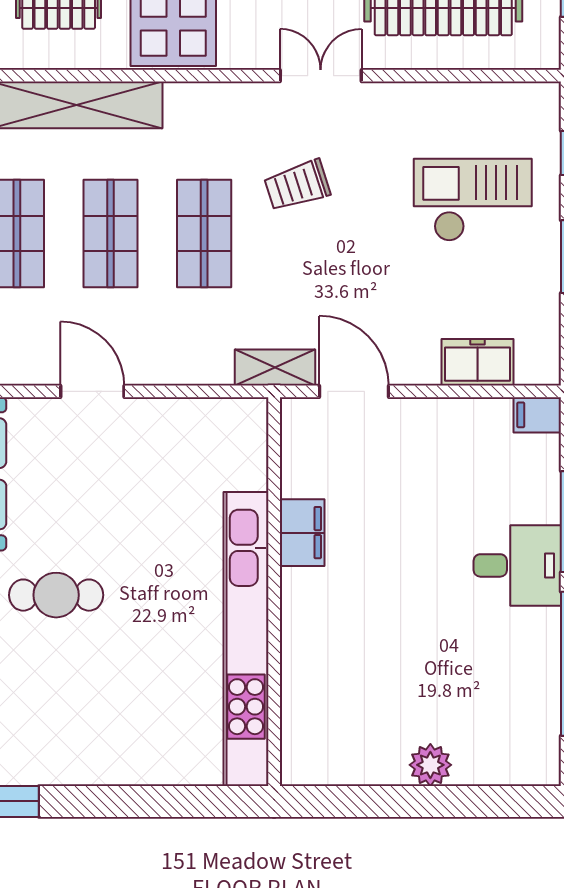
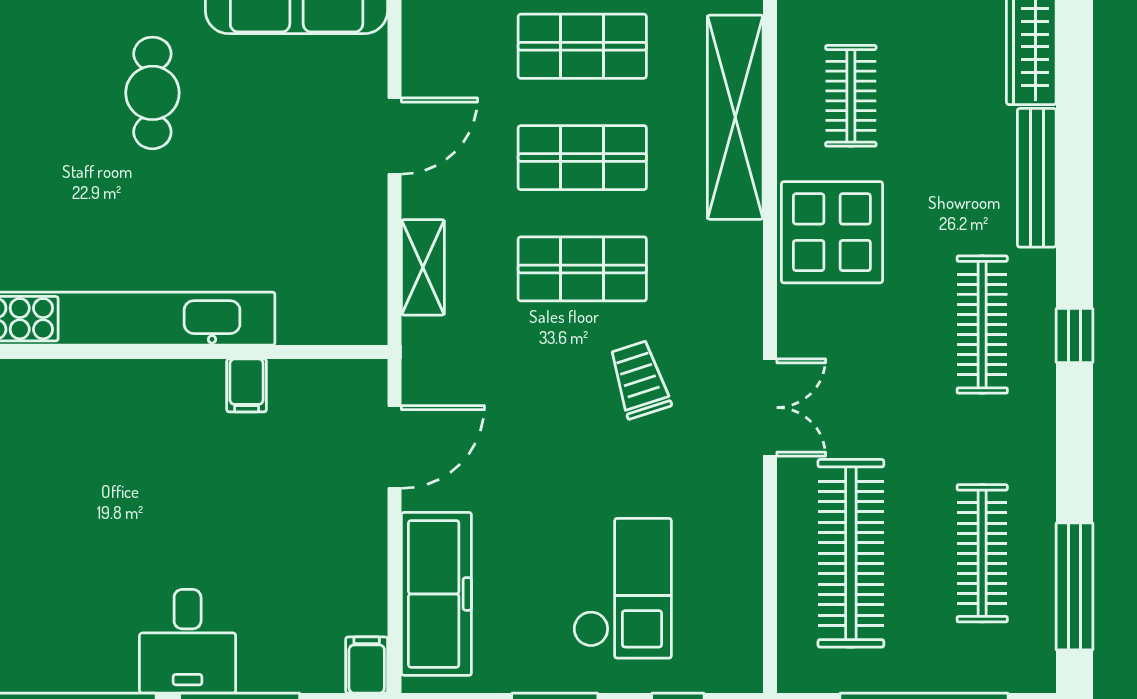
freezer: (477, 362) -> (436, 594), width x1.91, depth x1.26
shelving: (275, 368) -> (423, 267), moved
filing cabinet: (302, 533) -> (247, 385), width x0.50

